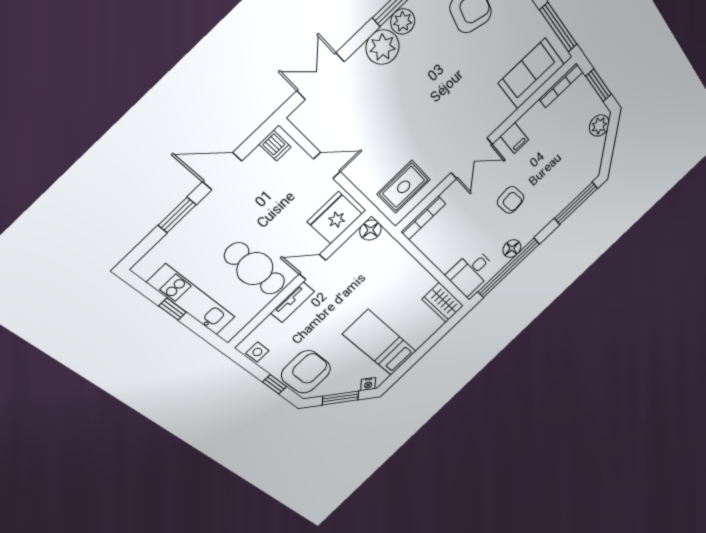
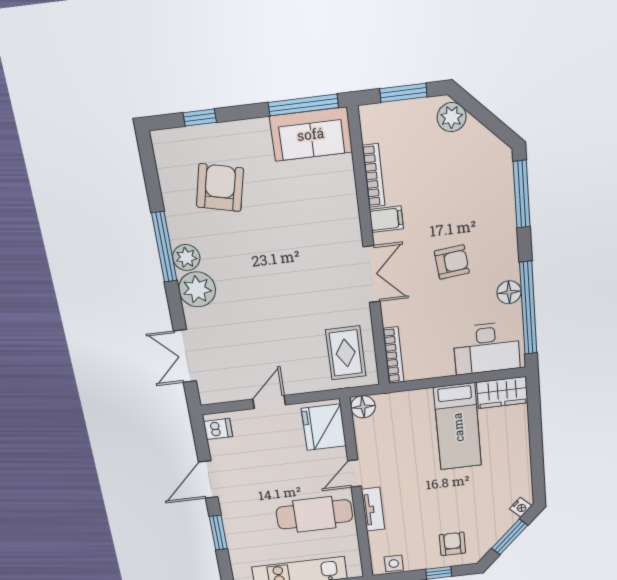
sofa: (531, 74) -> (311, 134), moved, turned -90
bookcase: (561, 85) -> (374, 176), moved
desk: (471, 272) -> (487, 348), width x1.37
bed: (380, 343) -> (458, 427), moved, turned -90
armchair: (306, 372) -> (452, 544), width x0.53, depth x0.53

